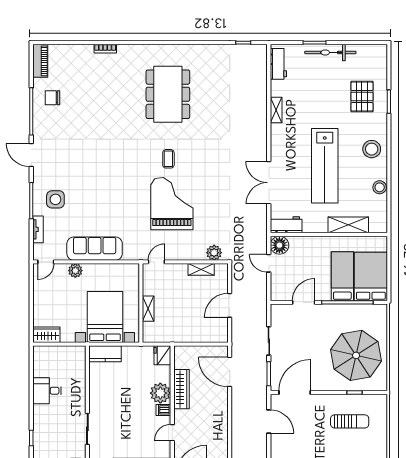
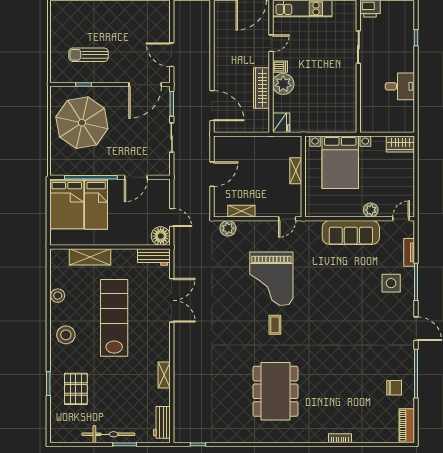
kitchen counter: (105, 354) -> (340, 124), removed

